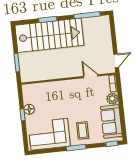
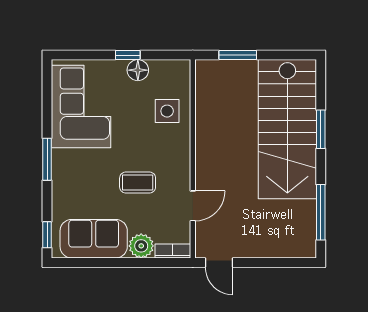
side table: (47, 93) -> (167, 111), added
coffee table: (83, 130) -> (138, 183), moved

